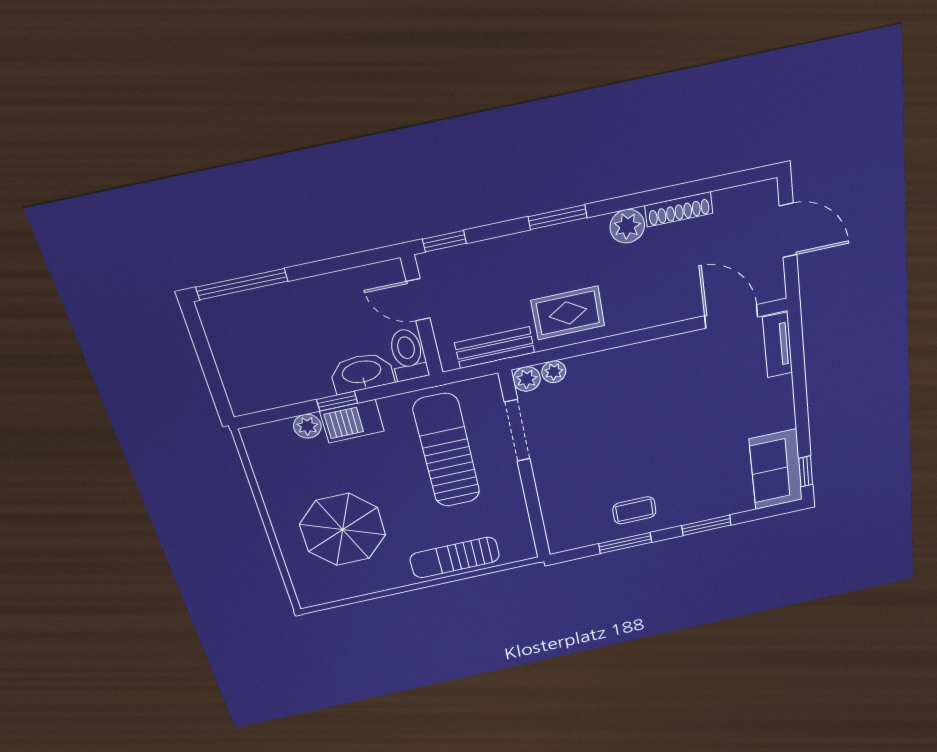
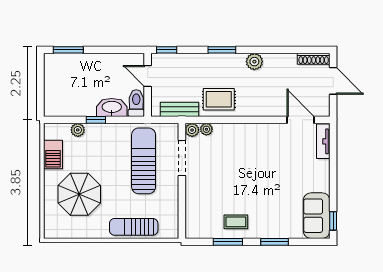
shoe rack: (679, 209) -> (314, 59), moved
window: (242, 284) -> (68, 50), width x0.69
barbecue: (352, 421) -> (53, 154), moved, turned -90

